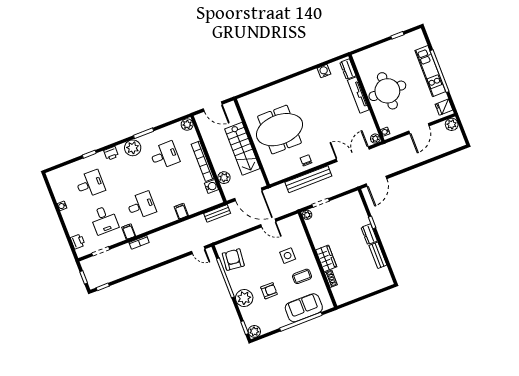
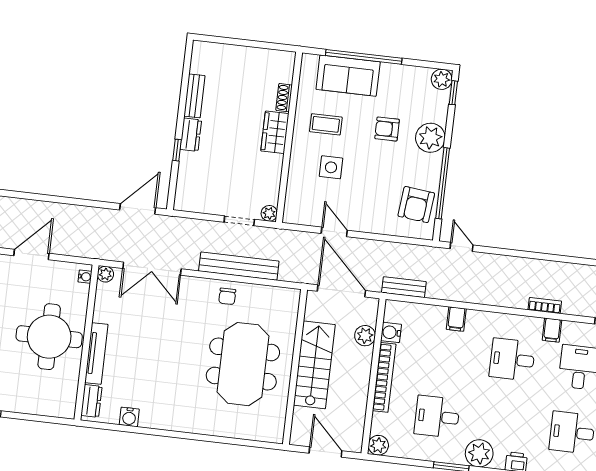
meeting table: (279, 130) -> (243, 364), turned 90

